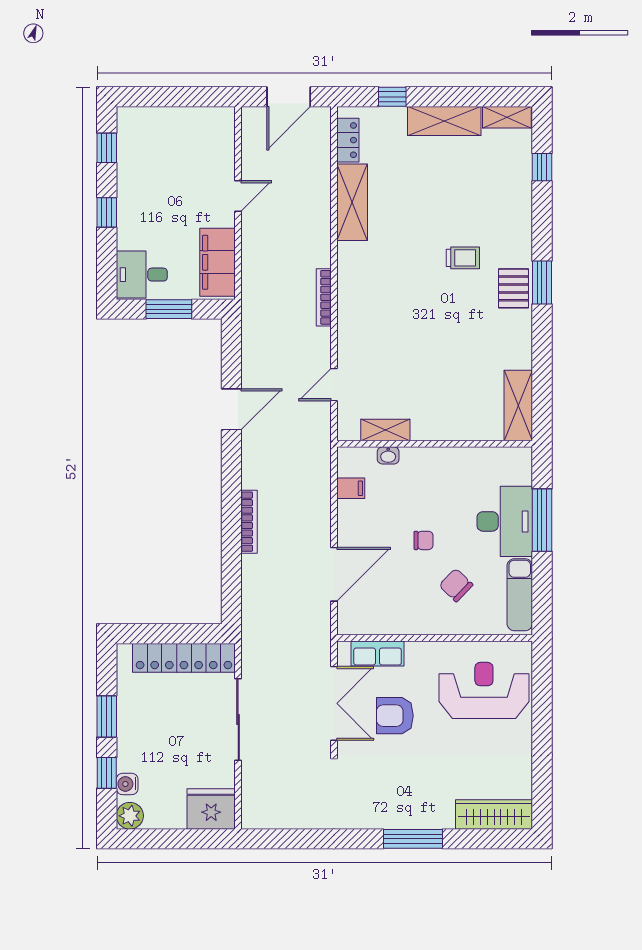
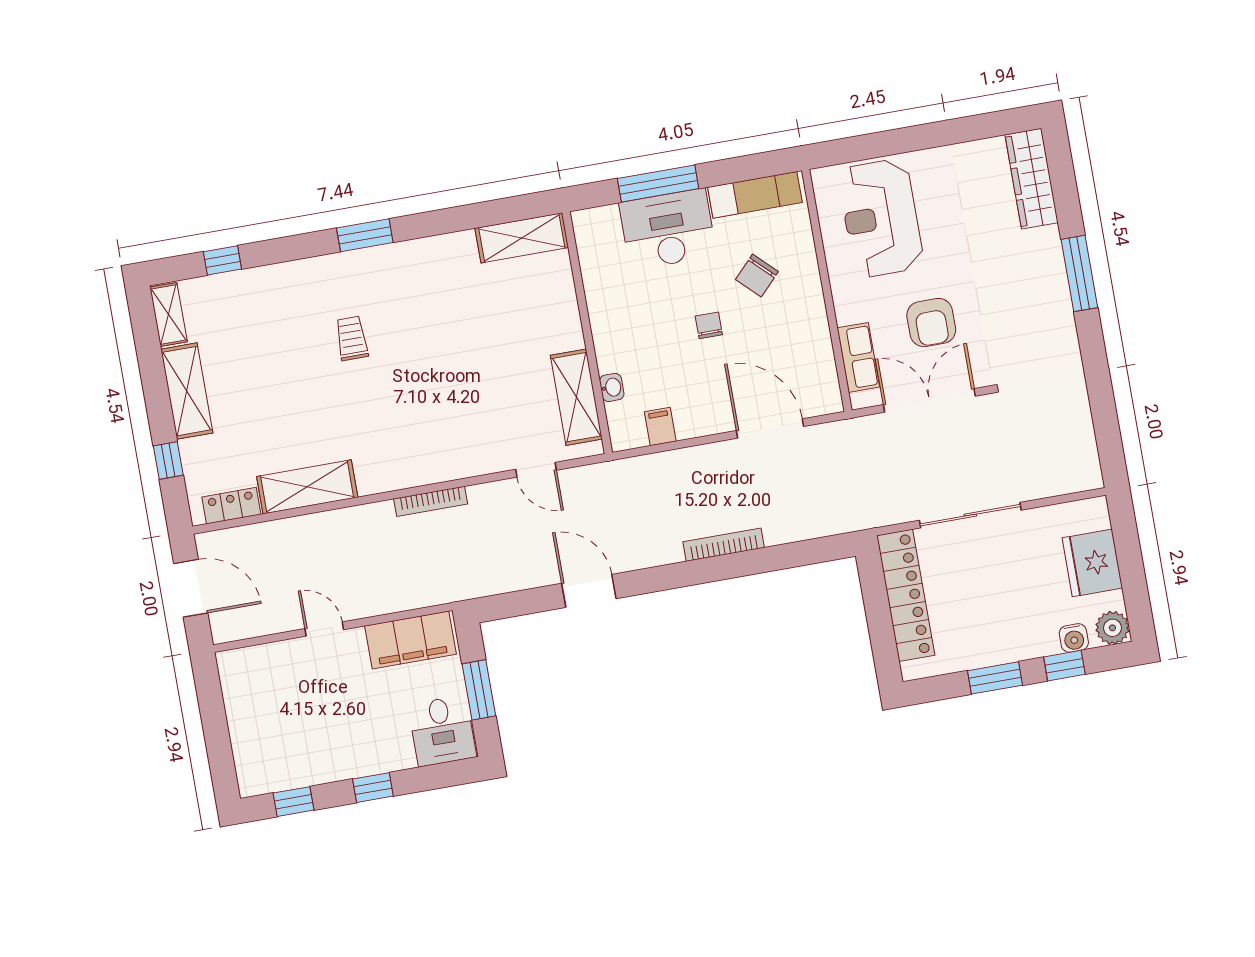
pallet: (513, 288) -> (378, 269), removed
shelving: (385, 430) -> (576, 397), width x1.50, depth x1.33
fridge: (211, 809) -> (1092, 563), moved

